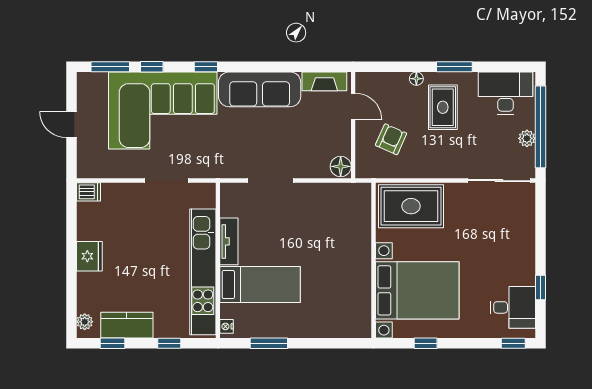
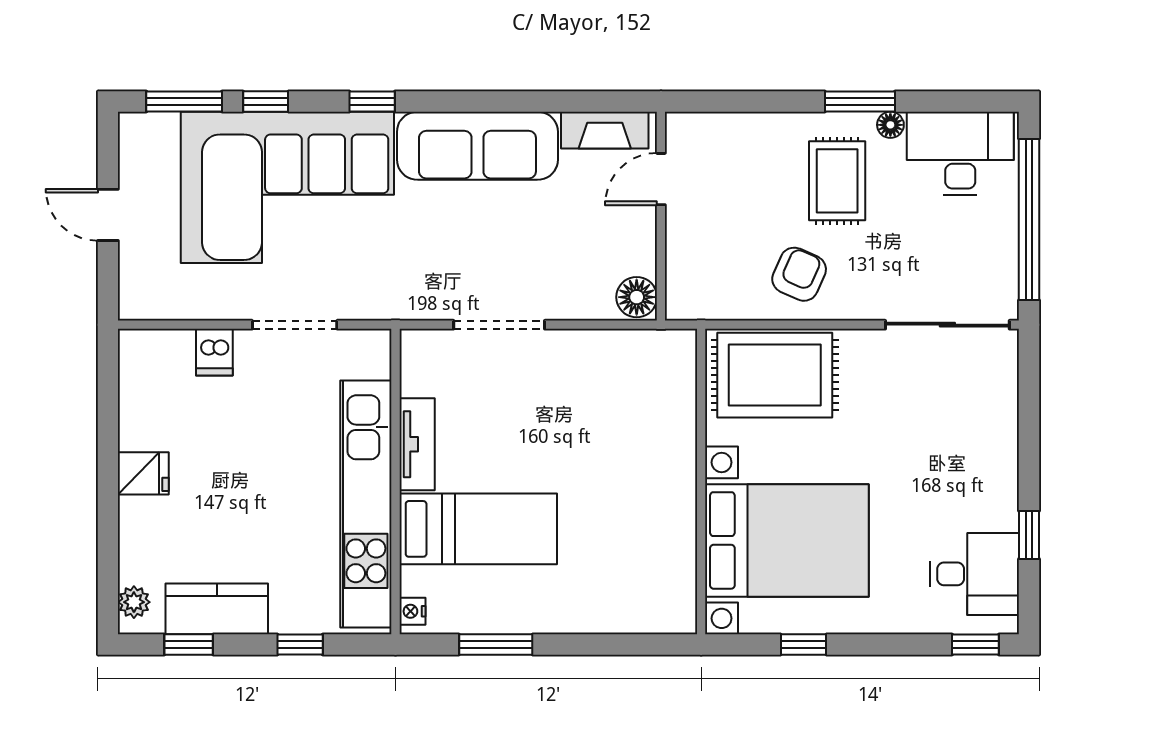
floor lamp: (416, 79) -> (890, 125), moved
door: (353, 106) -> (661, 179), swing flipped
plant: (527, 138) -> (1002, 242), removed
armchair: (391, 139) -> (799, 274), moved
dishwasher: (88, 192) -> (214, 352), moved, turned 90
fridge: (89, 256) -> (143, 473), width x0.72

